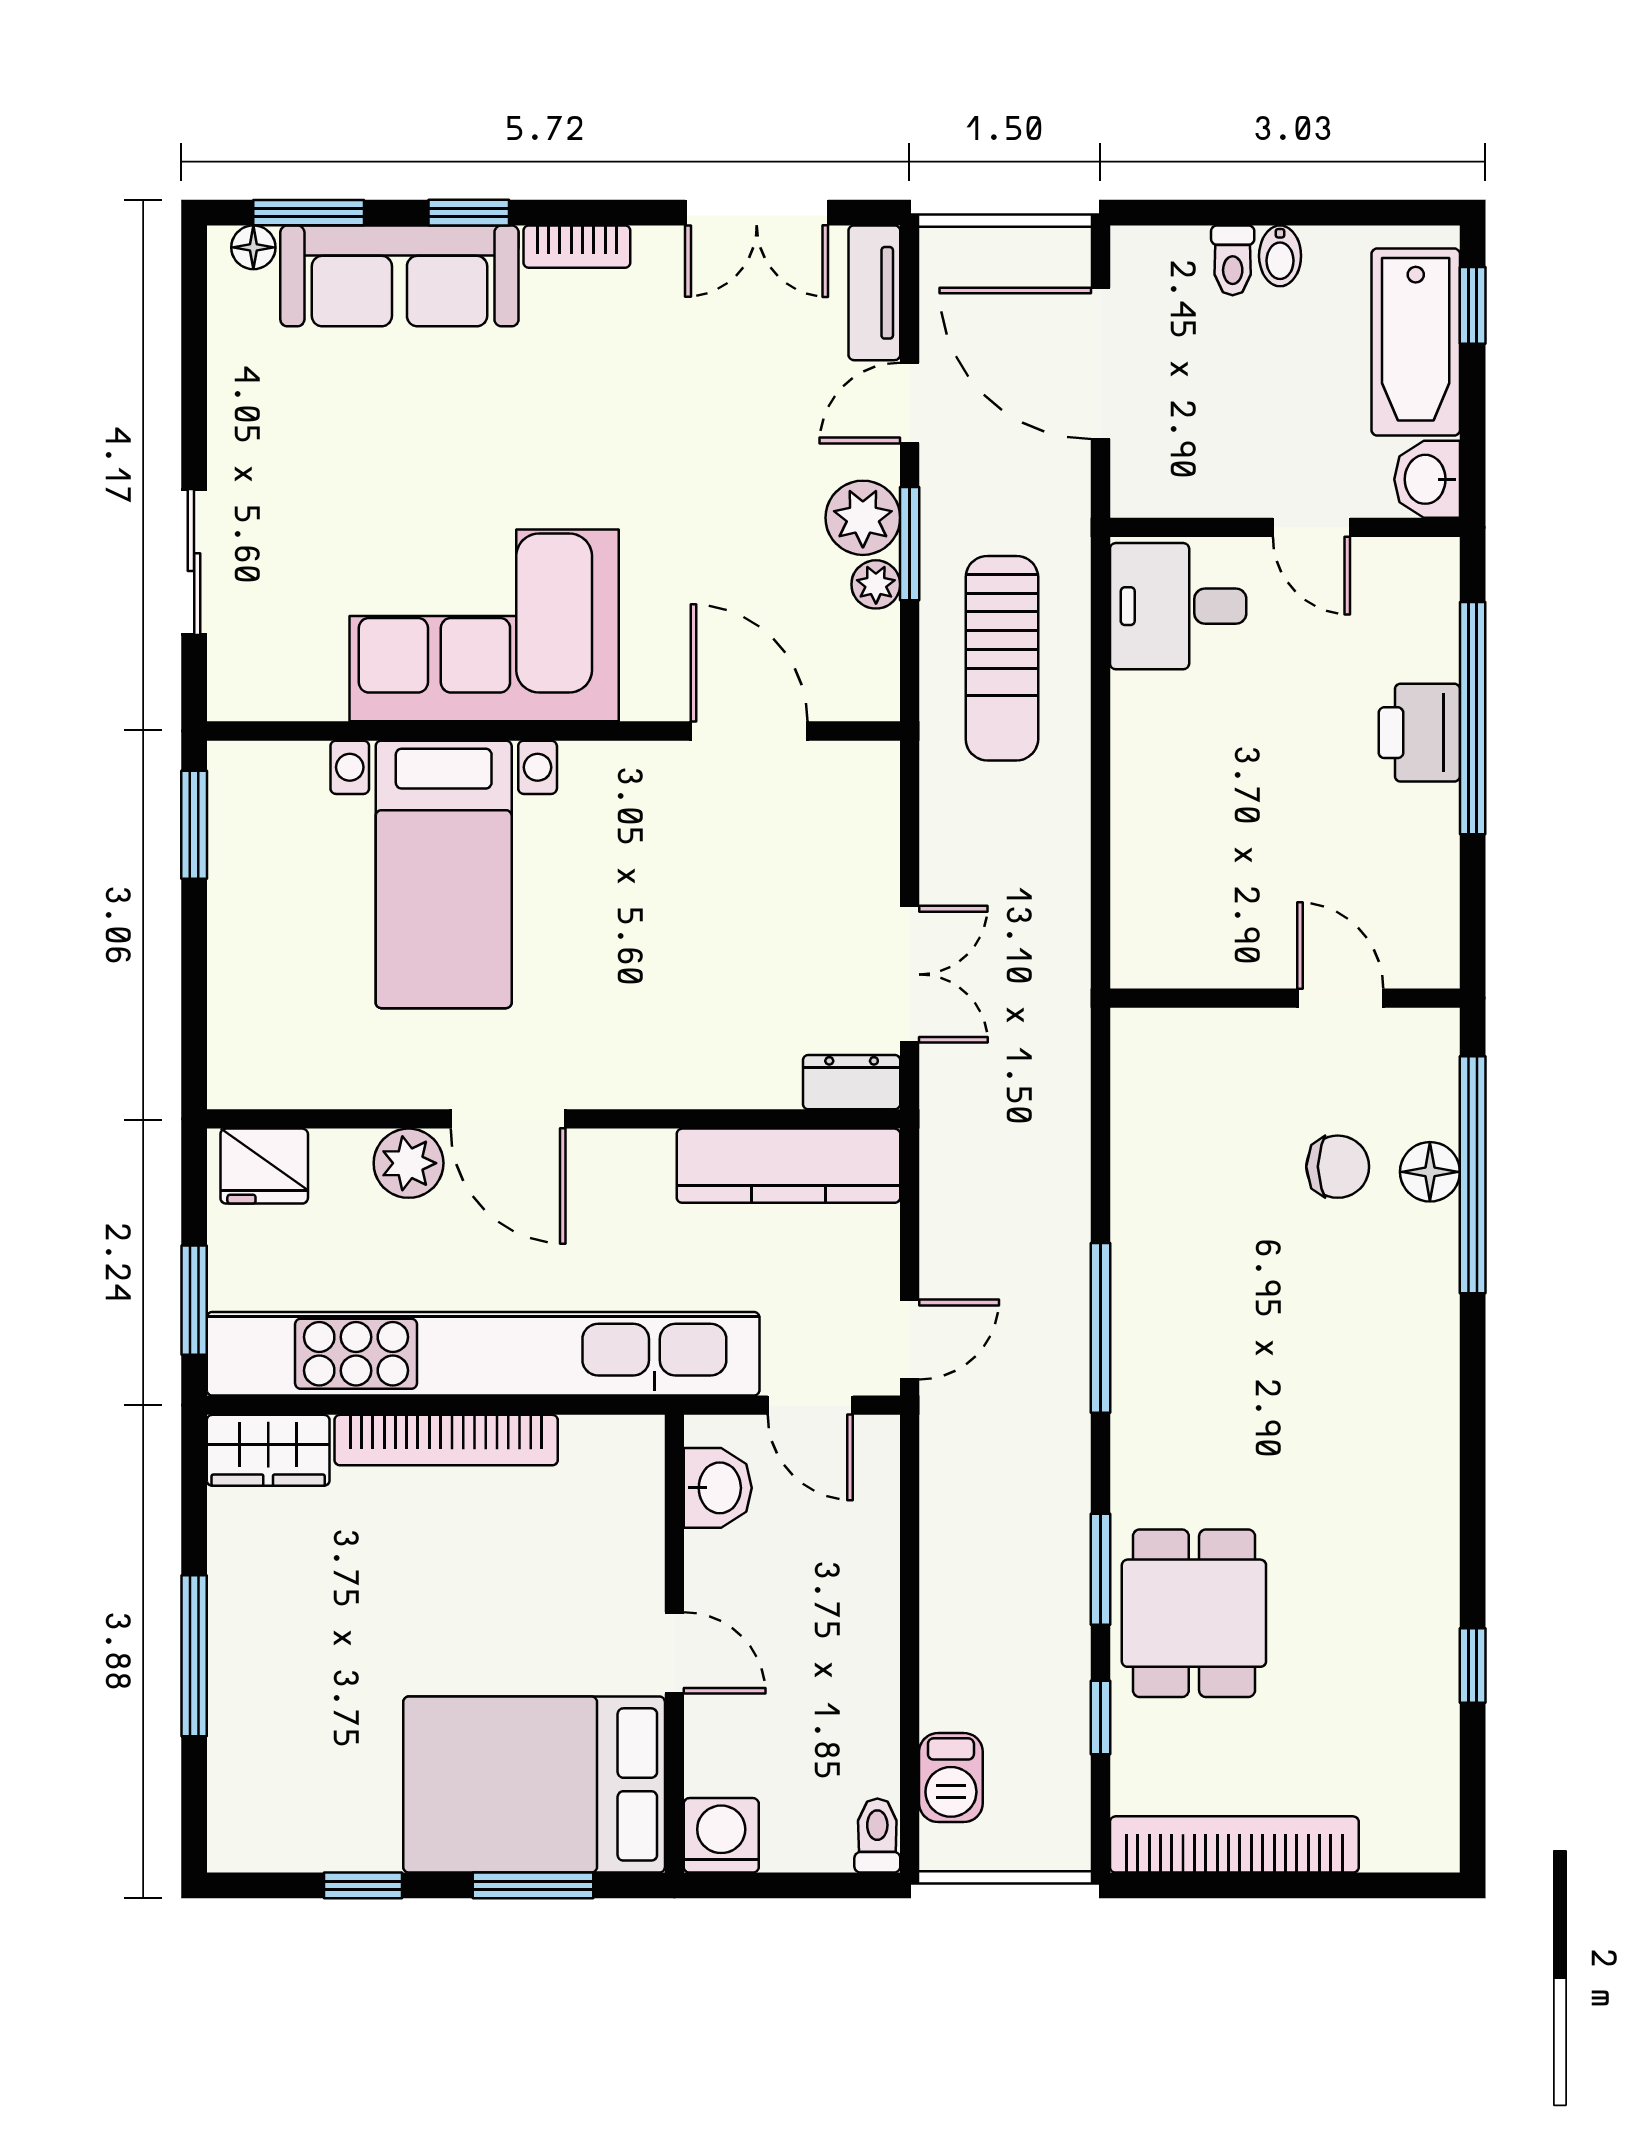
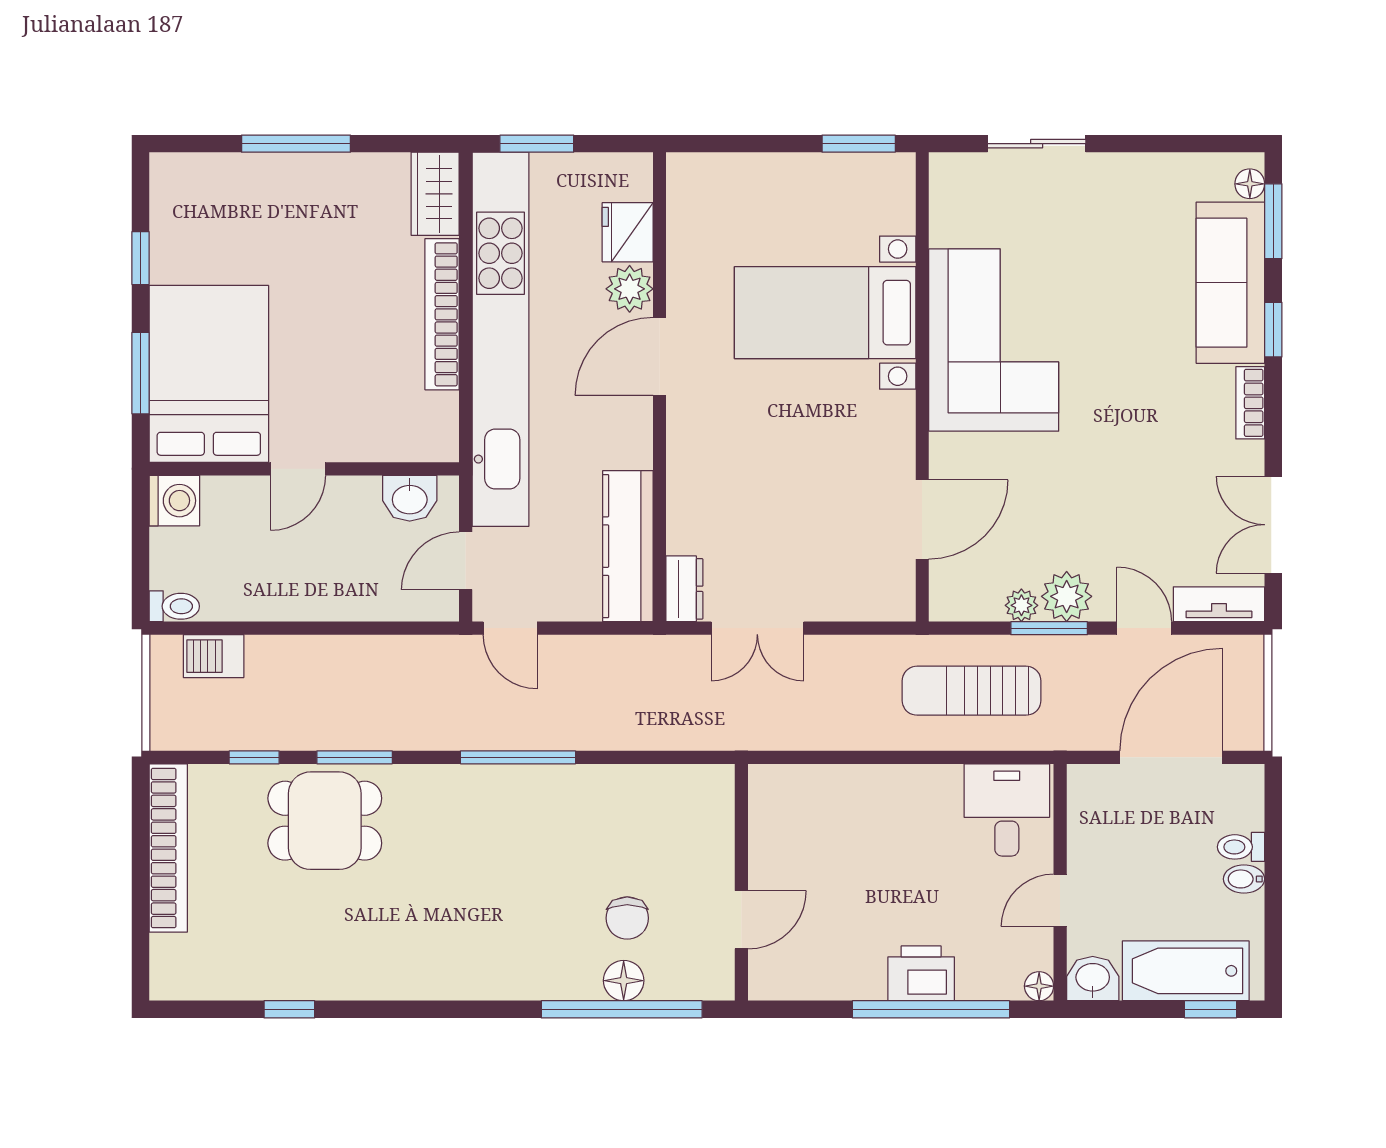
floor lamp: (1438, 558) -> (1039, 986), added
fridge: (264, 1166) -> (628, 232), moved

